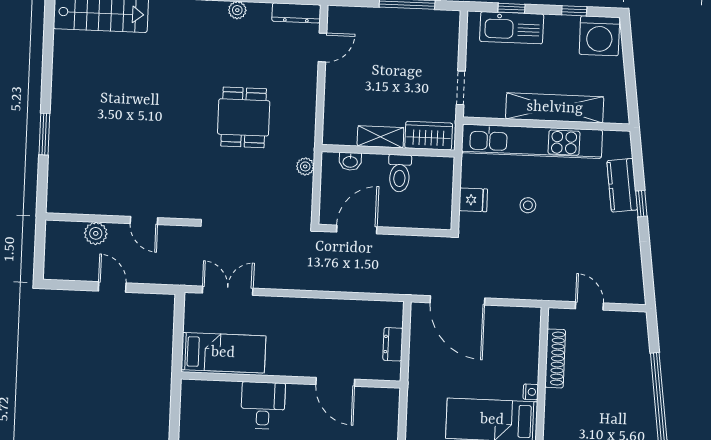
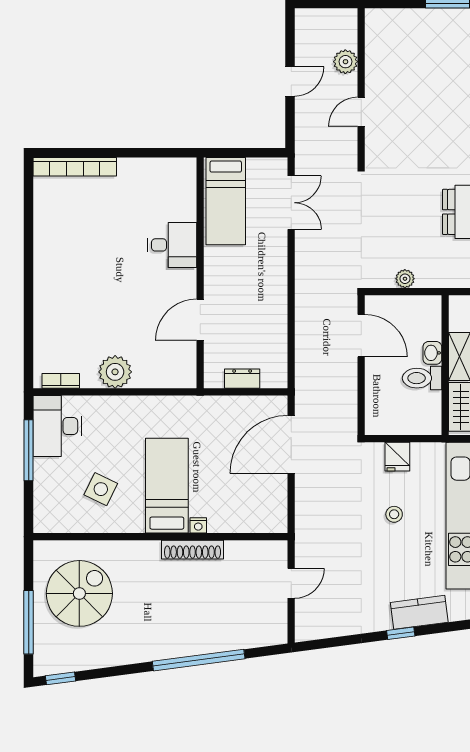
washbasin: (350, 161) -> (432, 353), moved
plant: (305, 166) -> (405, 279), moved
shoe rack: (555, 358) -> (193, 550), moved

